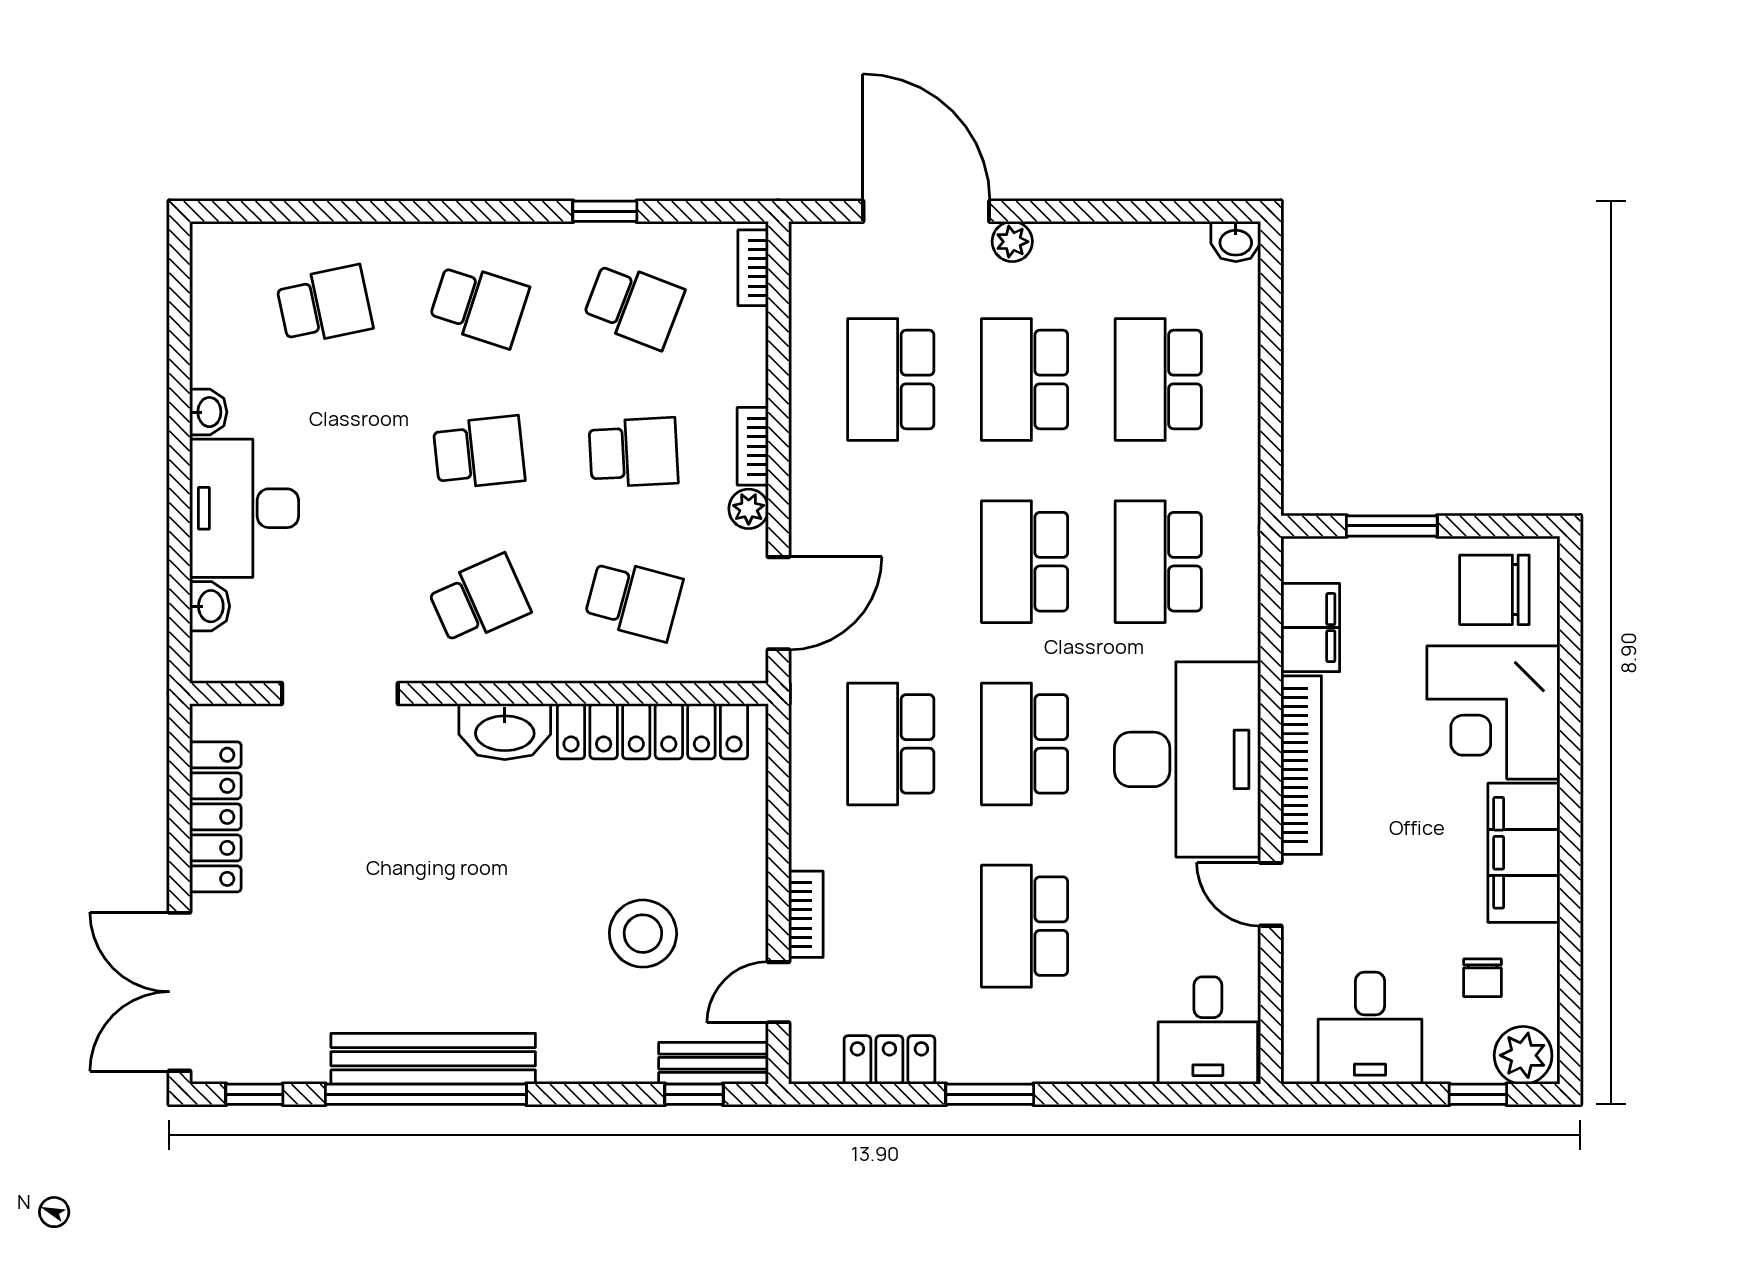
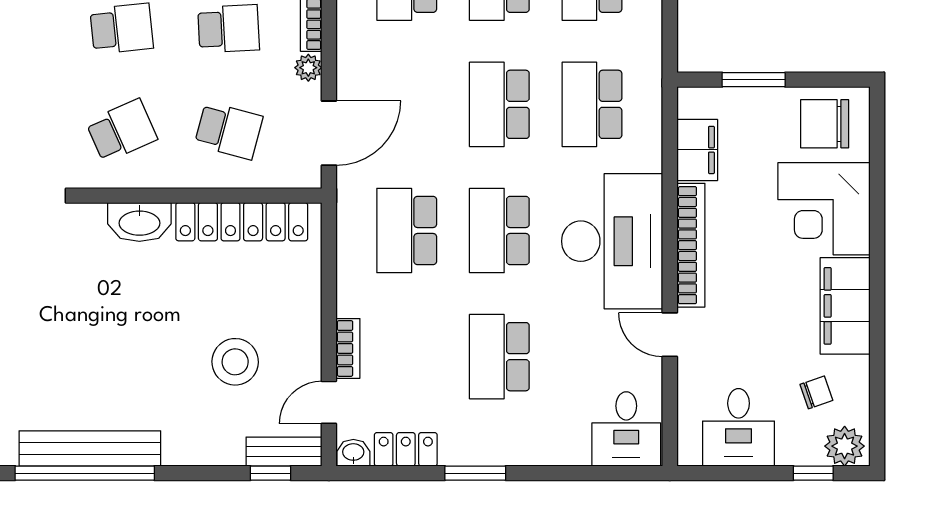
chair: (1483, 978) -> (816, 392), turned -109
washbasin: (814, 1065) -> (353, 453), added

